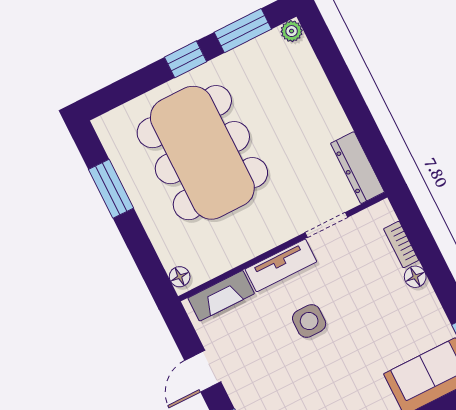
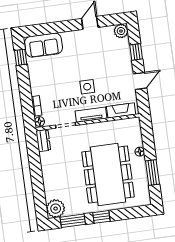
plant: (292, 31) -> (56, 209), width x1.88, depth x1.88
dresser: (357, 168) -> (43, 141), width x0.70
floor lamp: (180, 277) -> (140, 152), moved
floor lamp: (415, 277) -> (39, 122), moved

